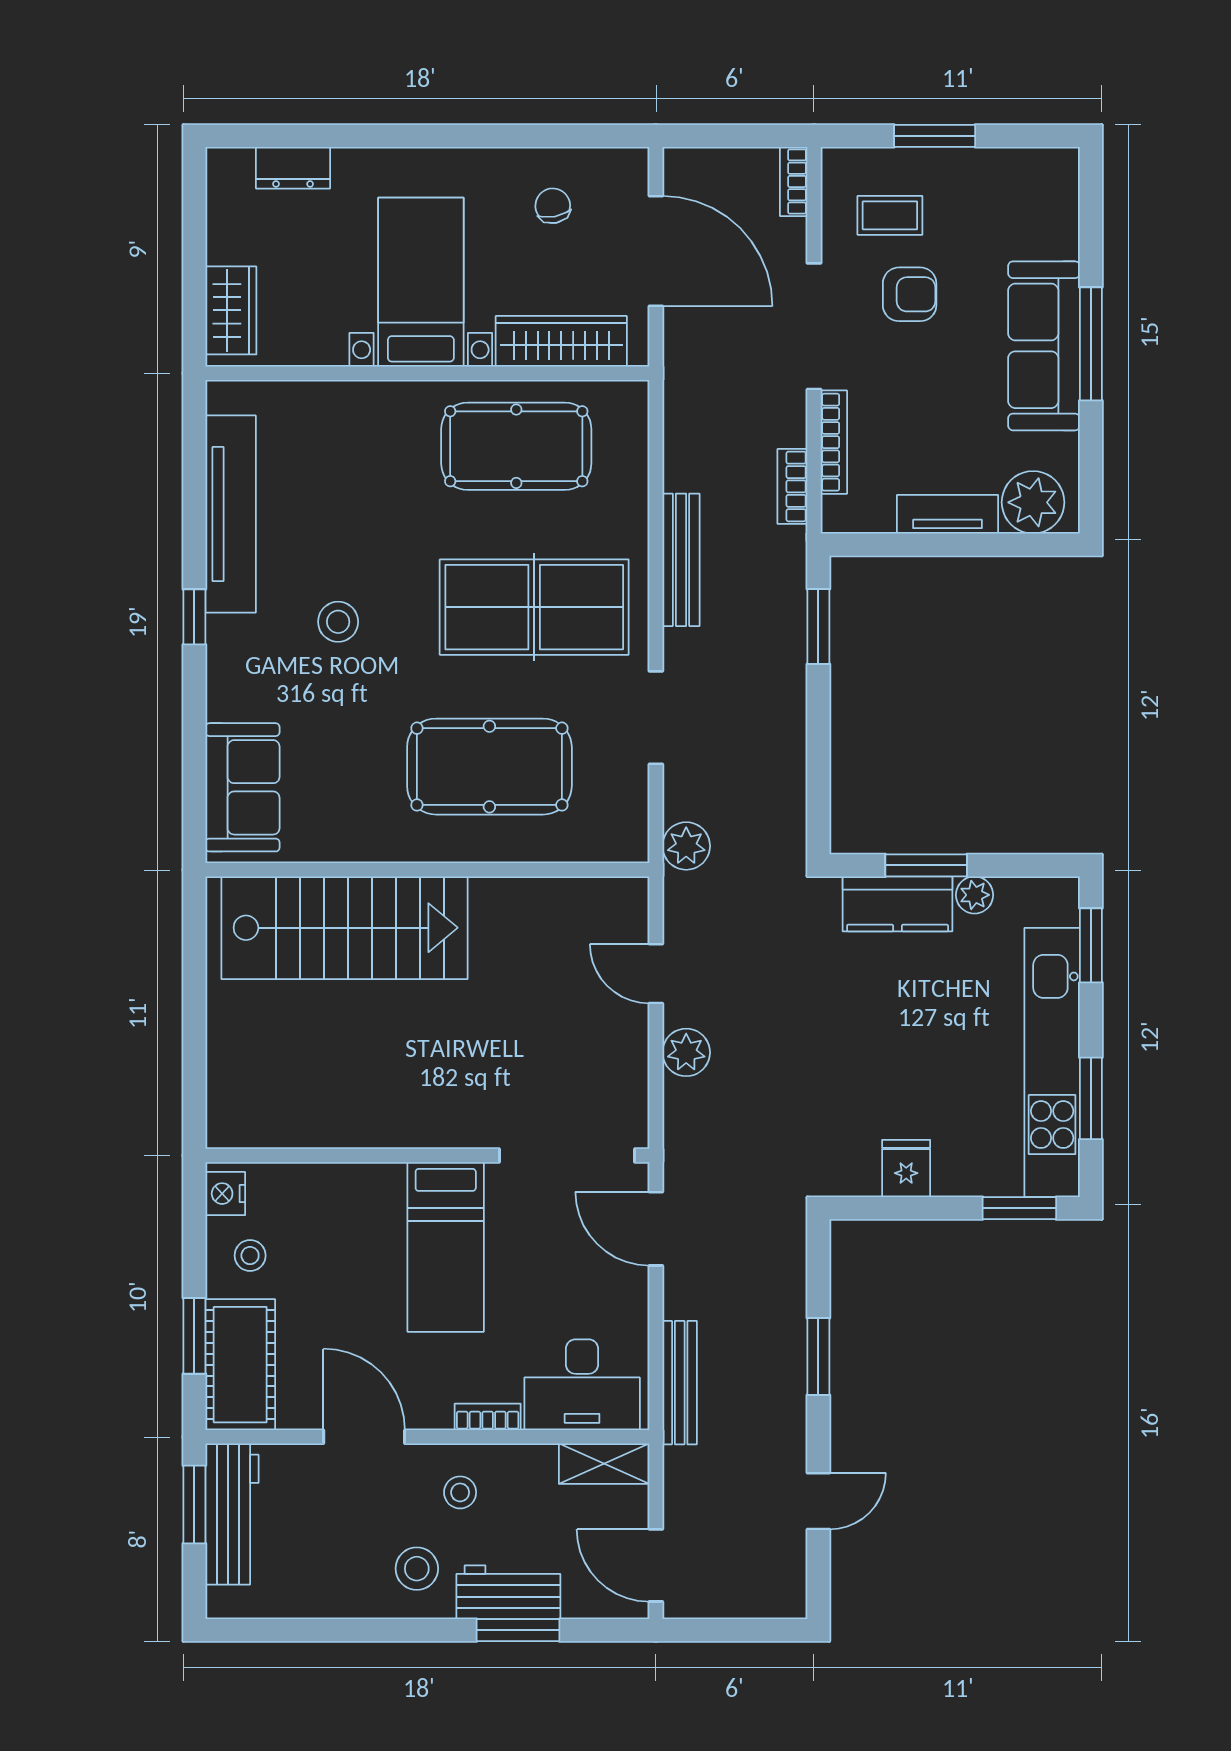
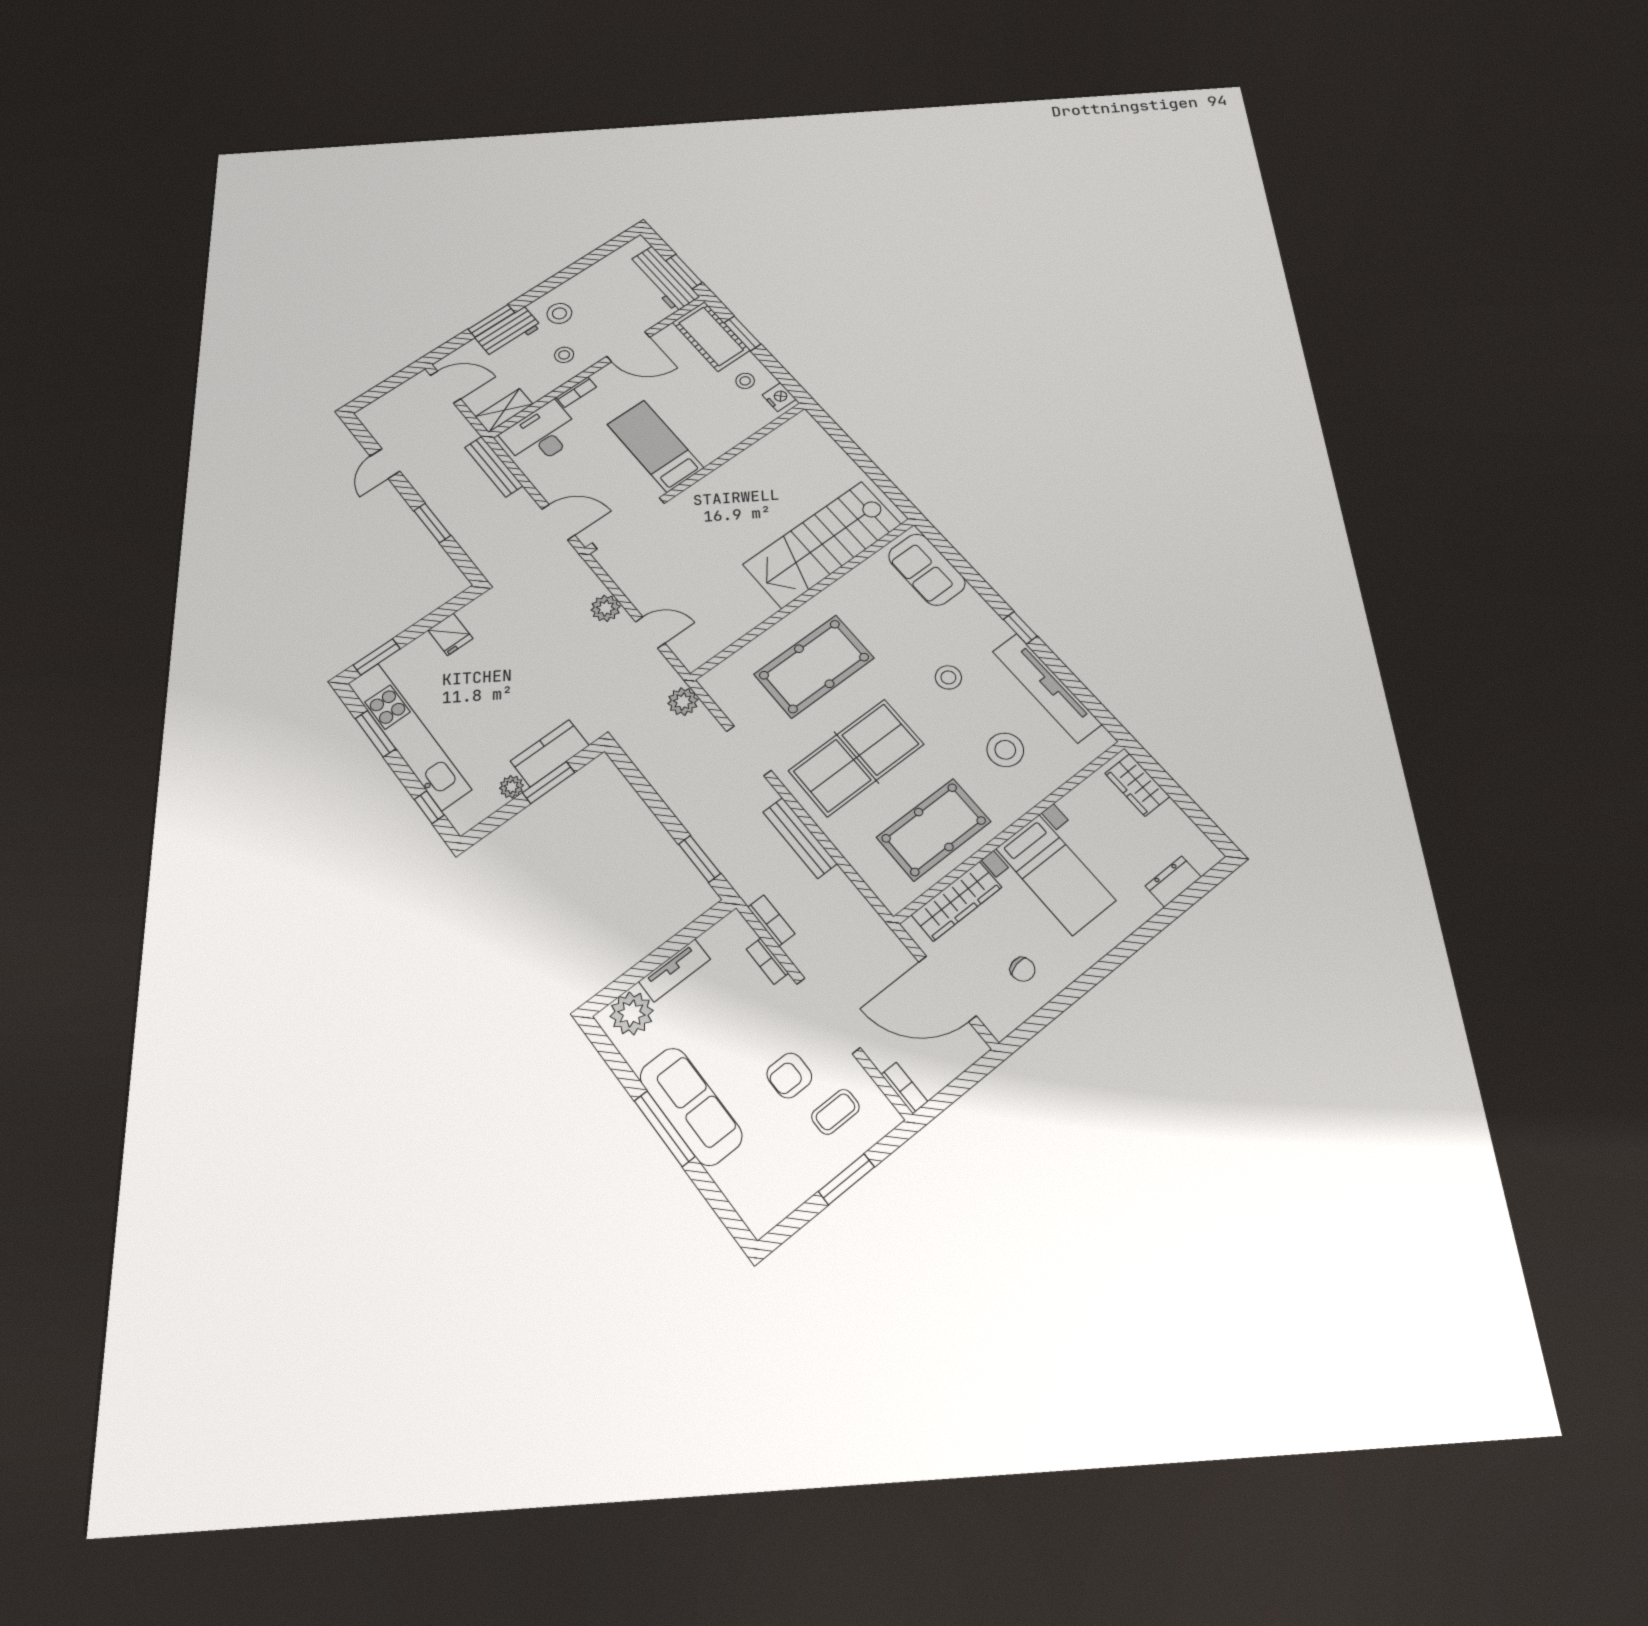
bookcase: (834, 442) -> (767, 961), width x0.64
stool: (349, 476) -> (1005, 750), added
window: (1091, 945) -> (429, 807), width x0.67

